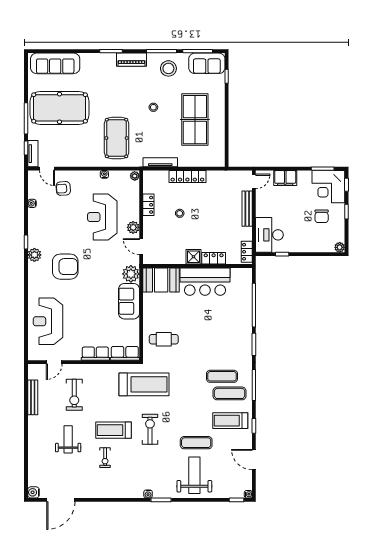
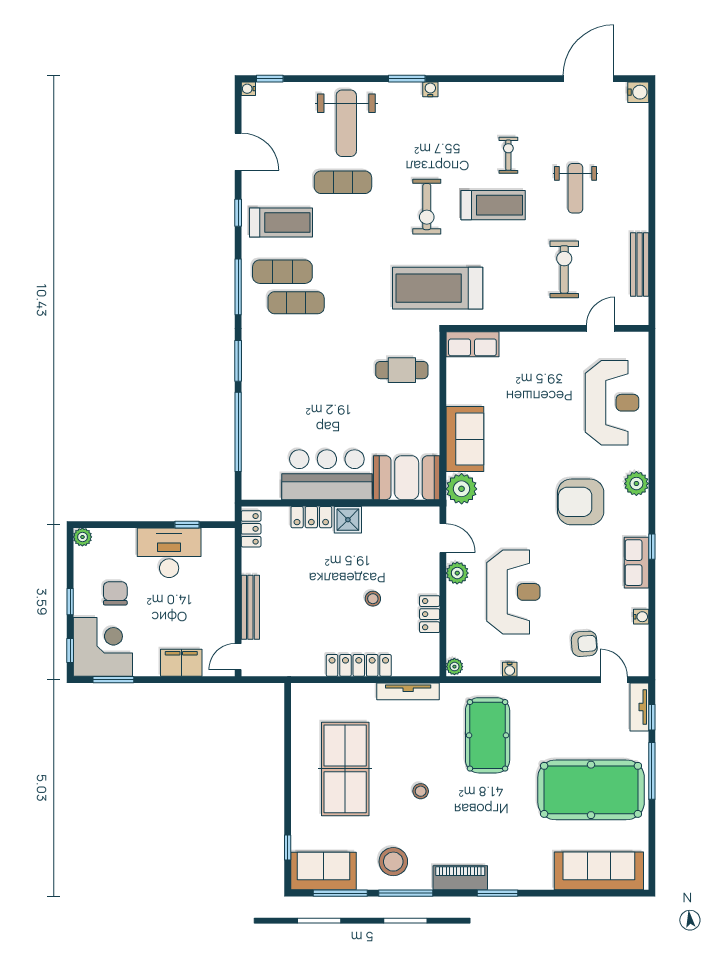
desk: (269, 235) -> (169, 553), moved, turned -90
plant: (34, 255) -> (636, 484), moved
row of seats: (95, 354) -> (636, 563), moved, turned 90

